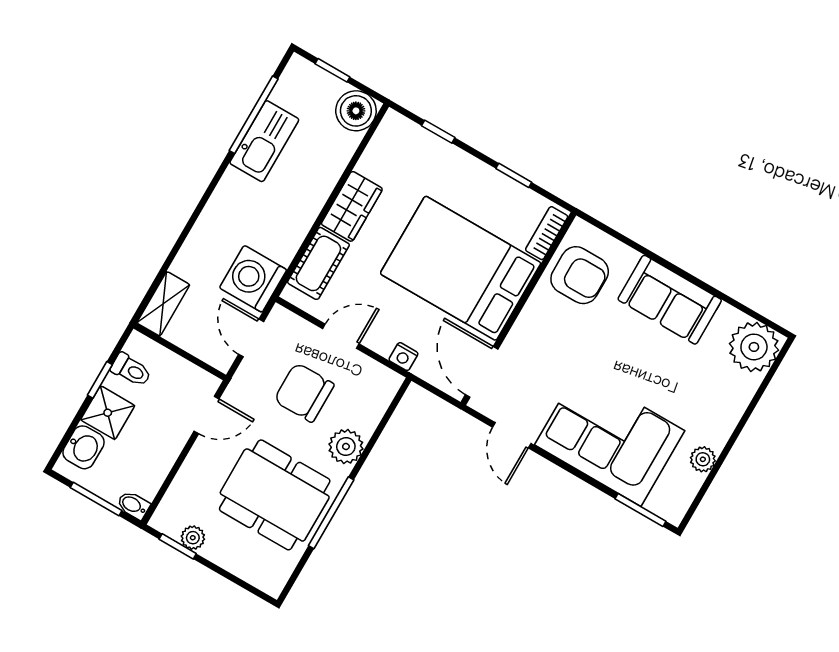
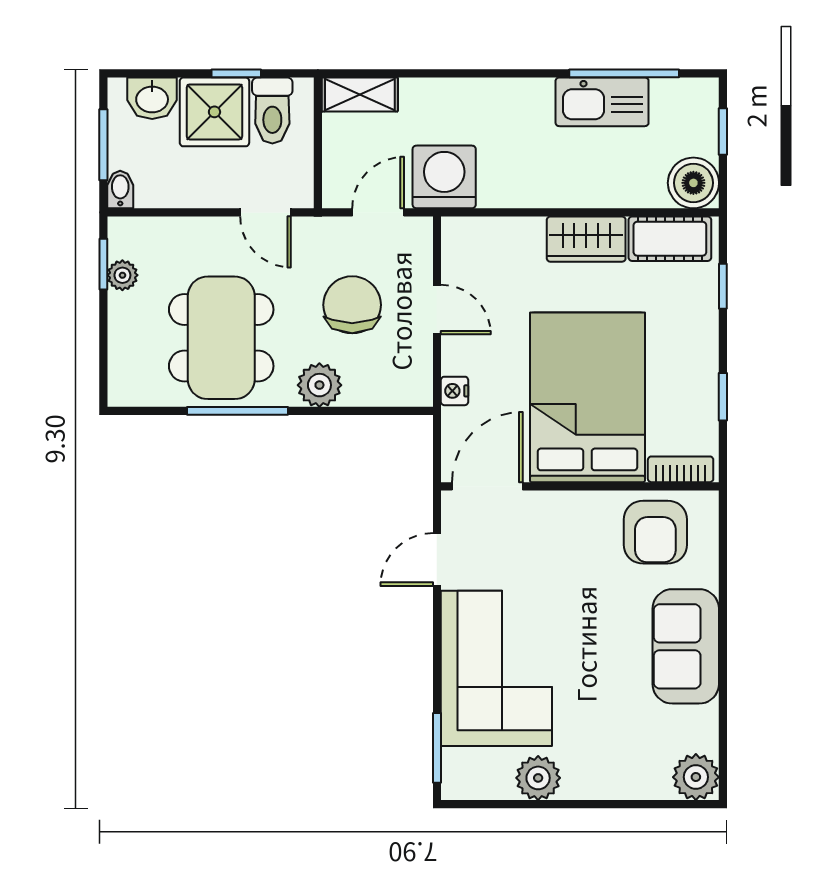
cot: (318, 263) -> (670, 239), moved
plant: (754, 347) -> (696, 777), width x0.73, depth x0.73
toilet: (131, 370) -> (272, 110), width x1.37, depth x1.39
shower: (108, 413) -> (214, 112), width x1.36, depth x1.36
plant: (703, 459) -> (538, 778), width x1.38, depth x1.38

